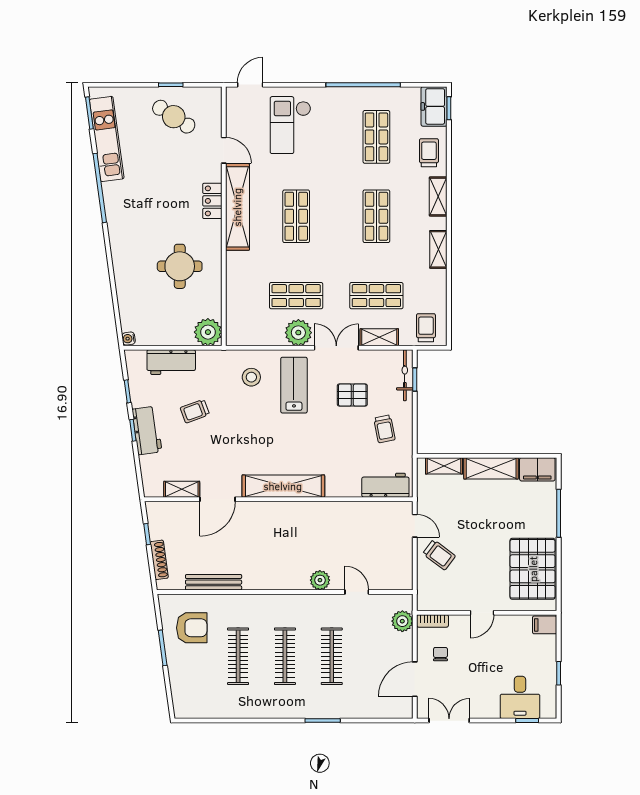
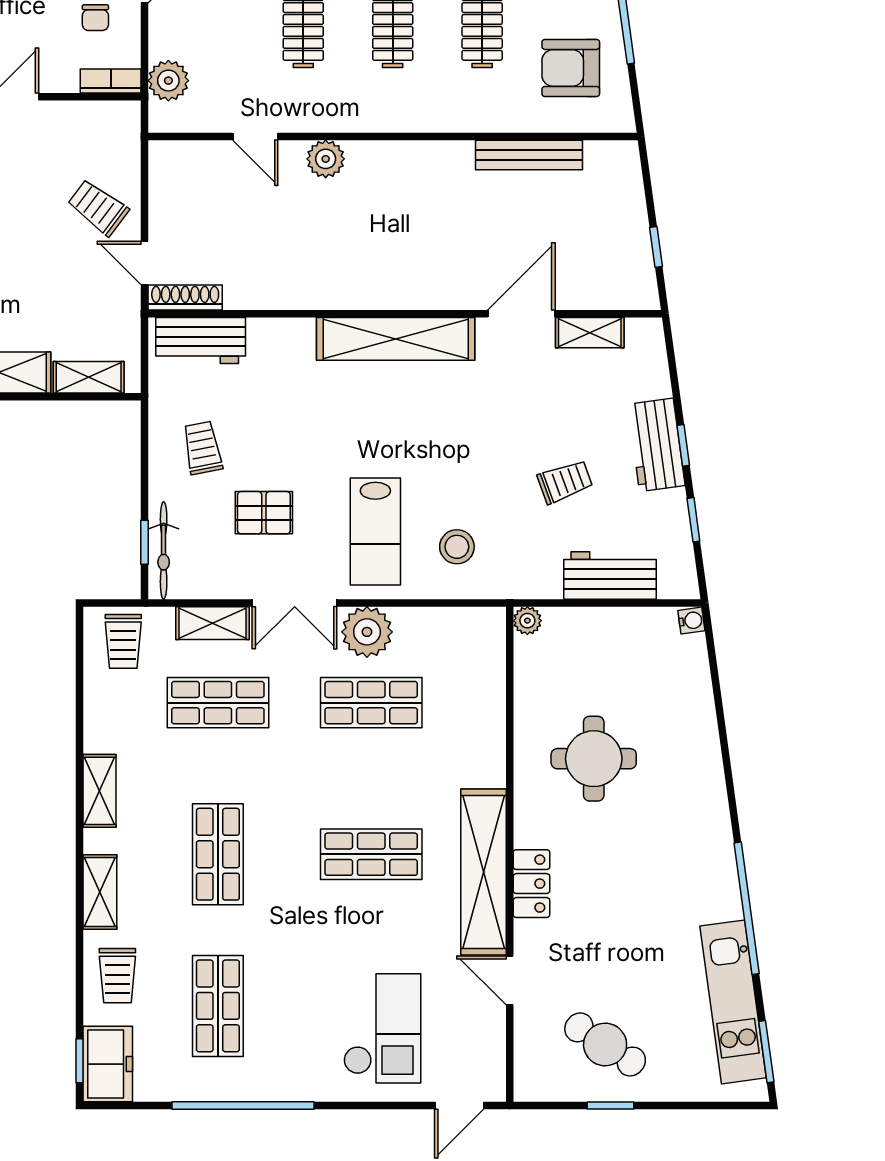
shop shelf: (296, 216) -> (371, 854), turned 90
plant: (208, 332) -> (527, 621), width x0.53, depth x0.53
shoe rack: (159, 560) -> (185, 297), moved, turned 98

